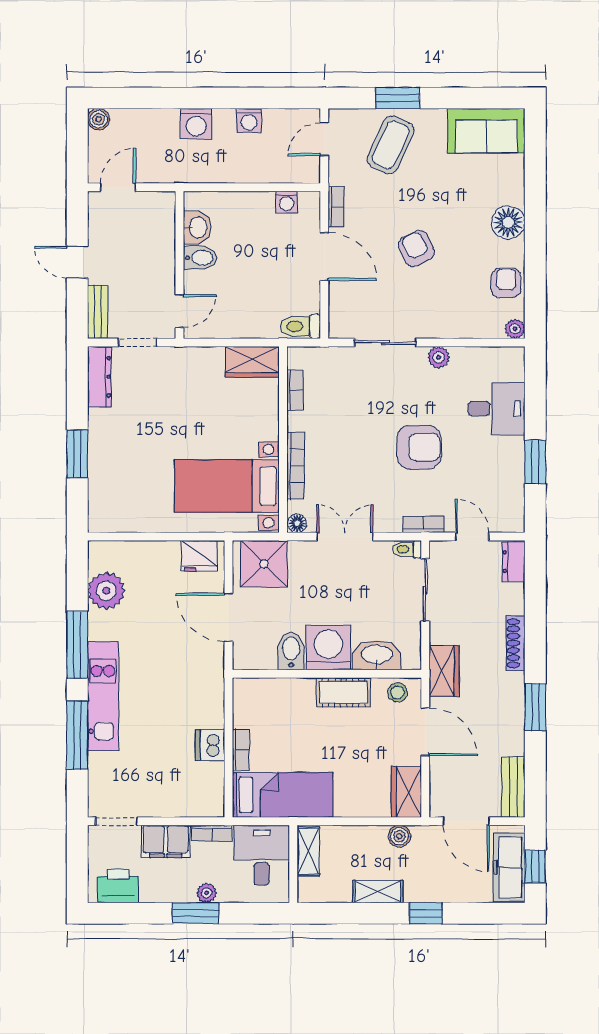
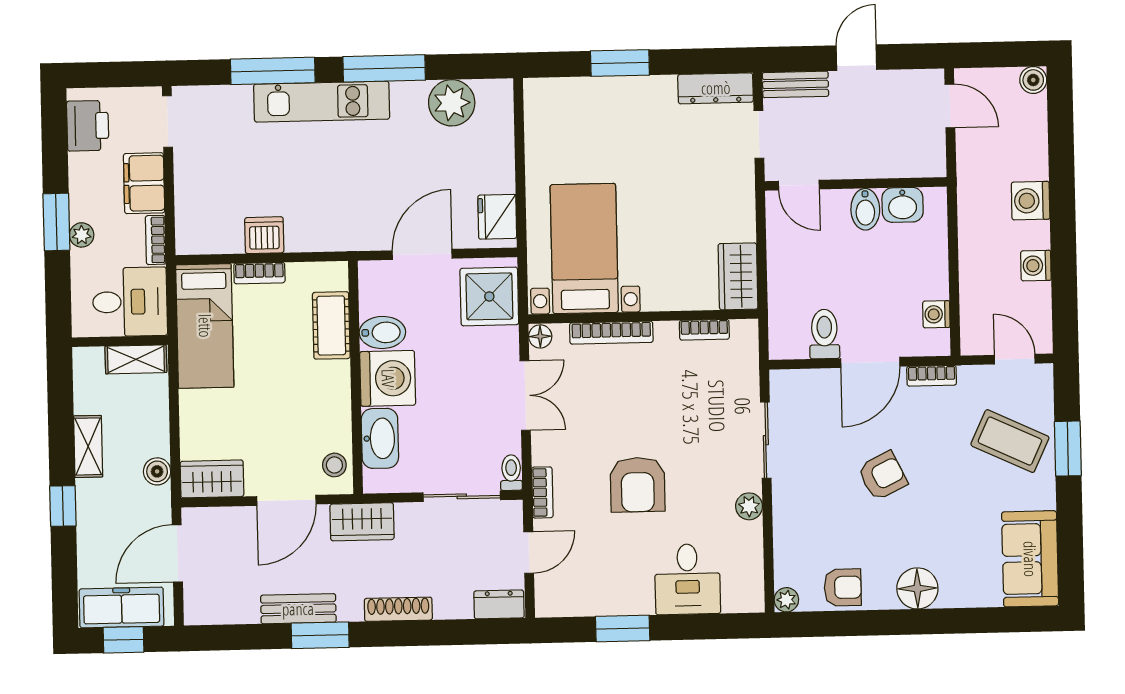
toilet: (300, 326) -> (824, 334), moved
cot: (343, 692) -> (331, 325), moved
bench: (513, 787) -> (298, 609), moved

